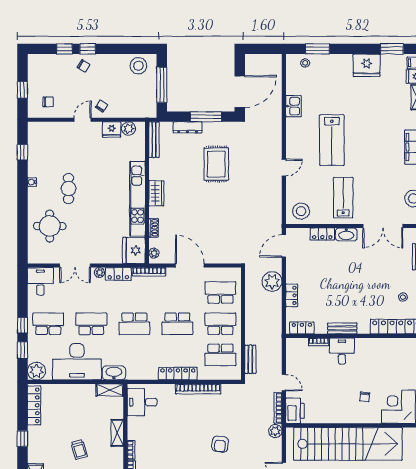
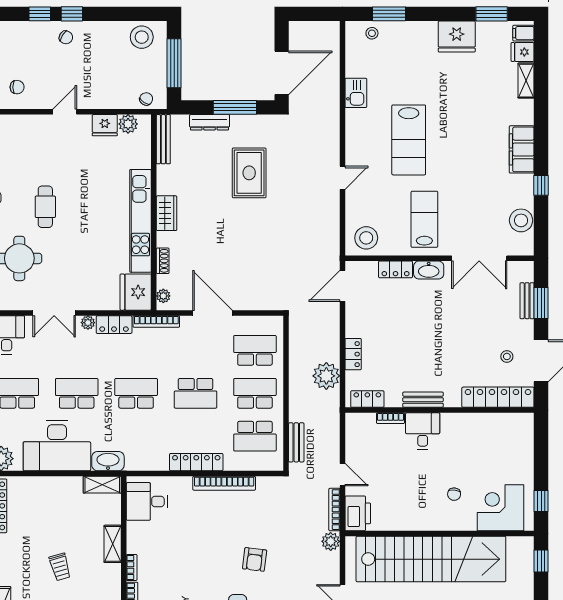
chair: (101, 106) -> (146, 99), moved
plant: (272, 281) -> (326, 376), moved
school desk: (134, 324) -> (136, 393), turned 180

